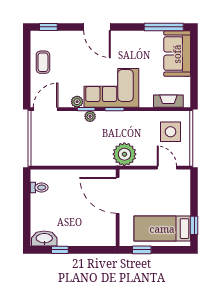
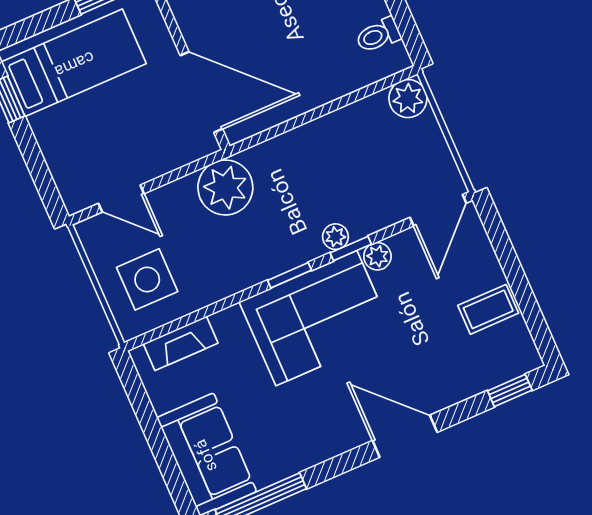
coffee table: (43, 62) -> (488, 309), turned 90
plant: (38, 158) -> (408, 99), added

